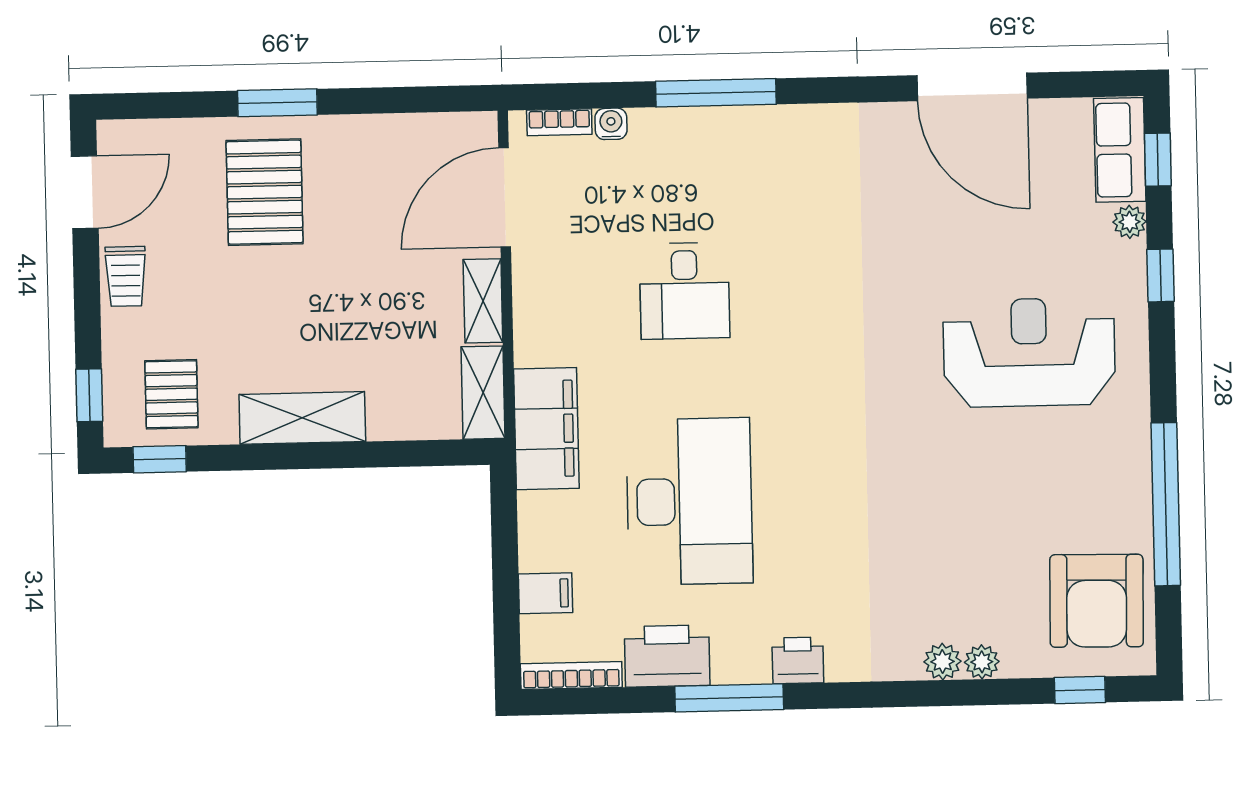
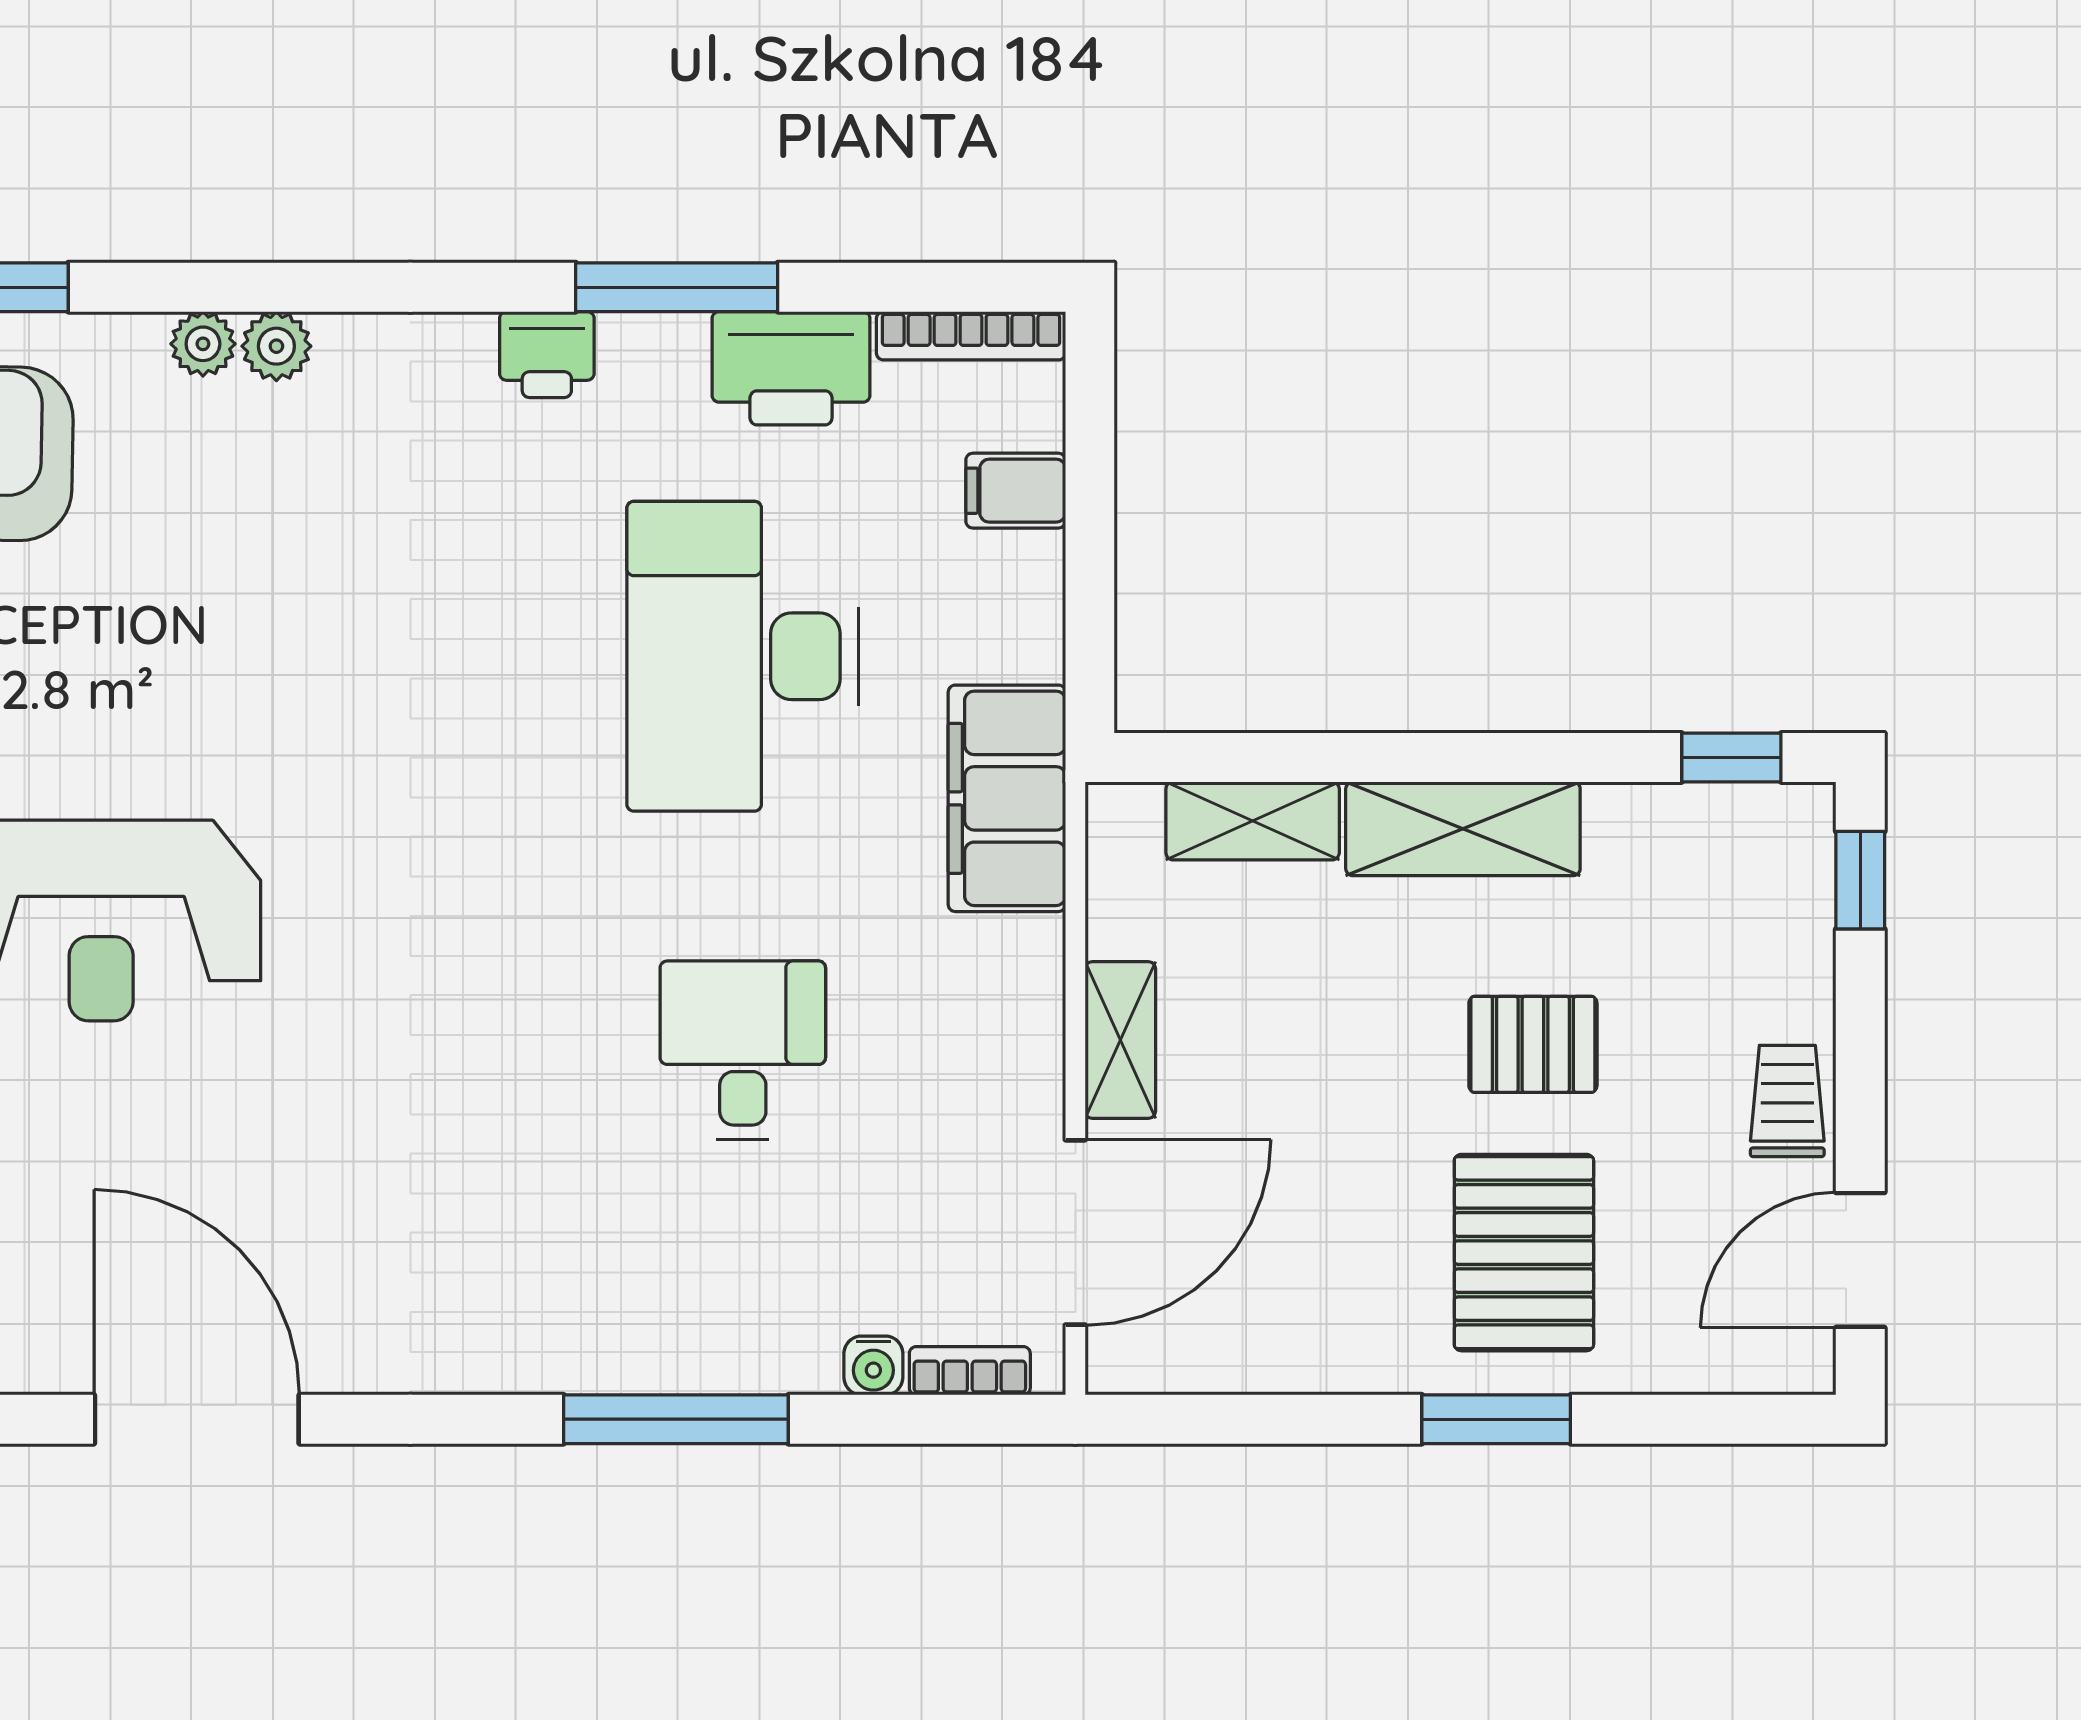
shelving: (483, 393) -> (1253, 821), moved, turned 90
pallet: (171, 394) -> (1533, 1044), moved, turned 90

